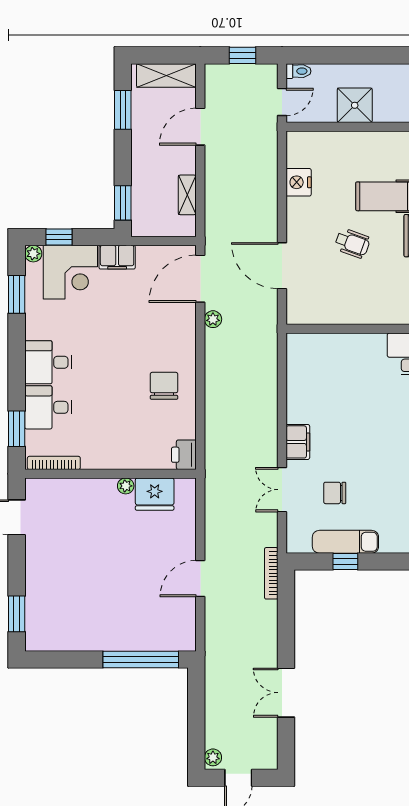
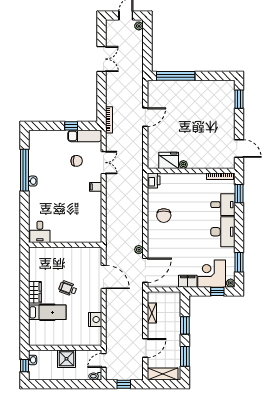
window: (123, 203) -> (185, 325), moved
desk: (48, 362) -> (223, 232), width x1.37
filing cabinet: (298, 442) -> (96, 187), width x0.50
exam couch: (345, 542) -> (85, 136), moved

